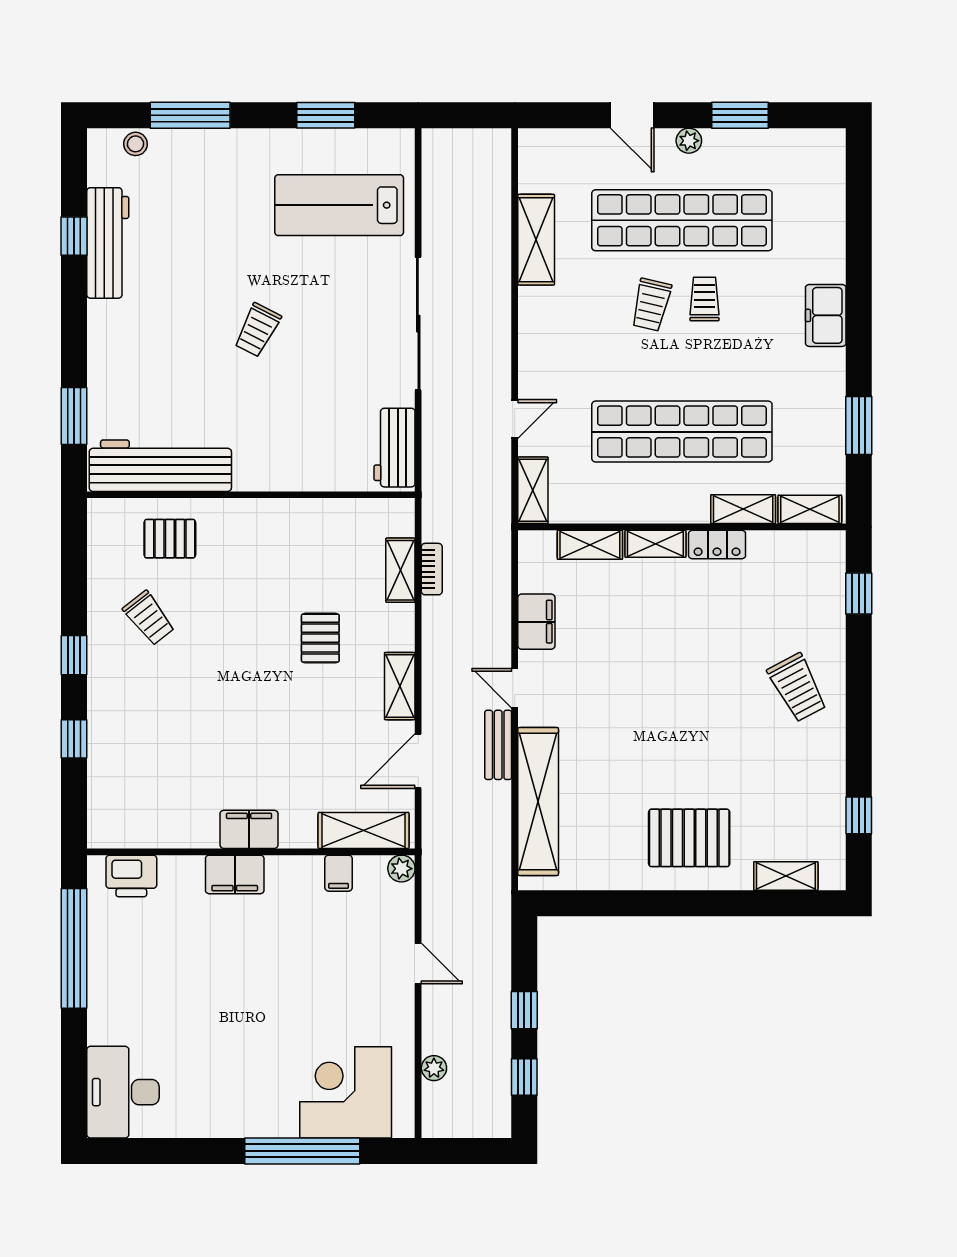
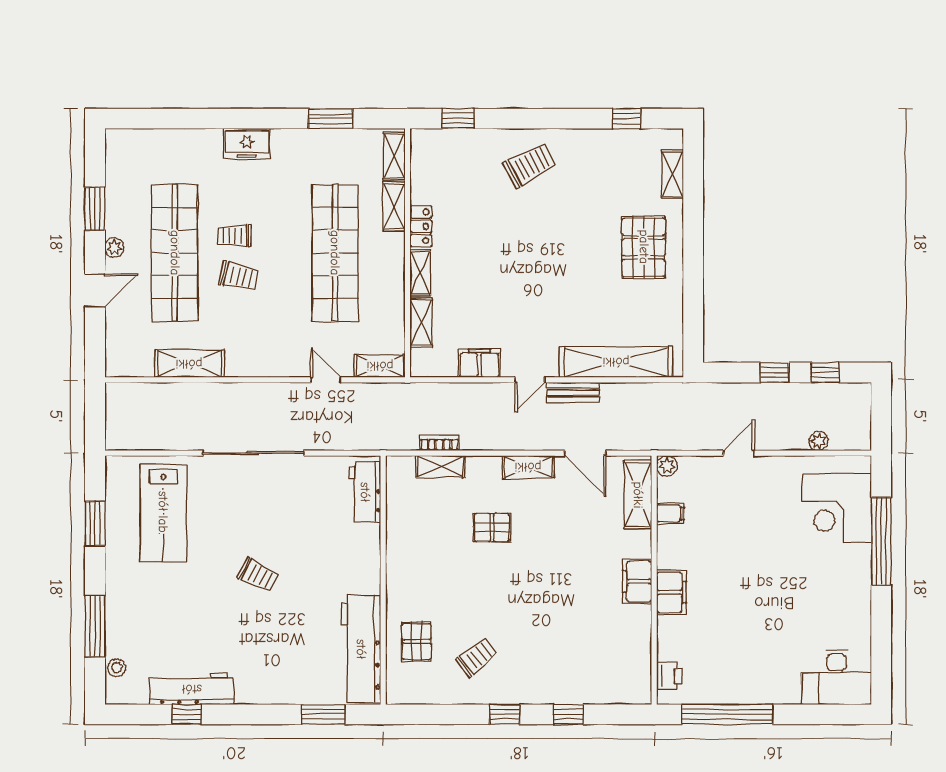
workbench: (395, 448) -> (365, 492), moved, turned 90
printer: (131, 876) -> (669, 676), width x0.73, depth x0.81

